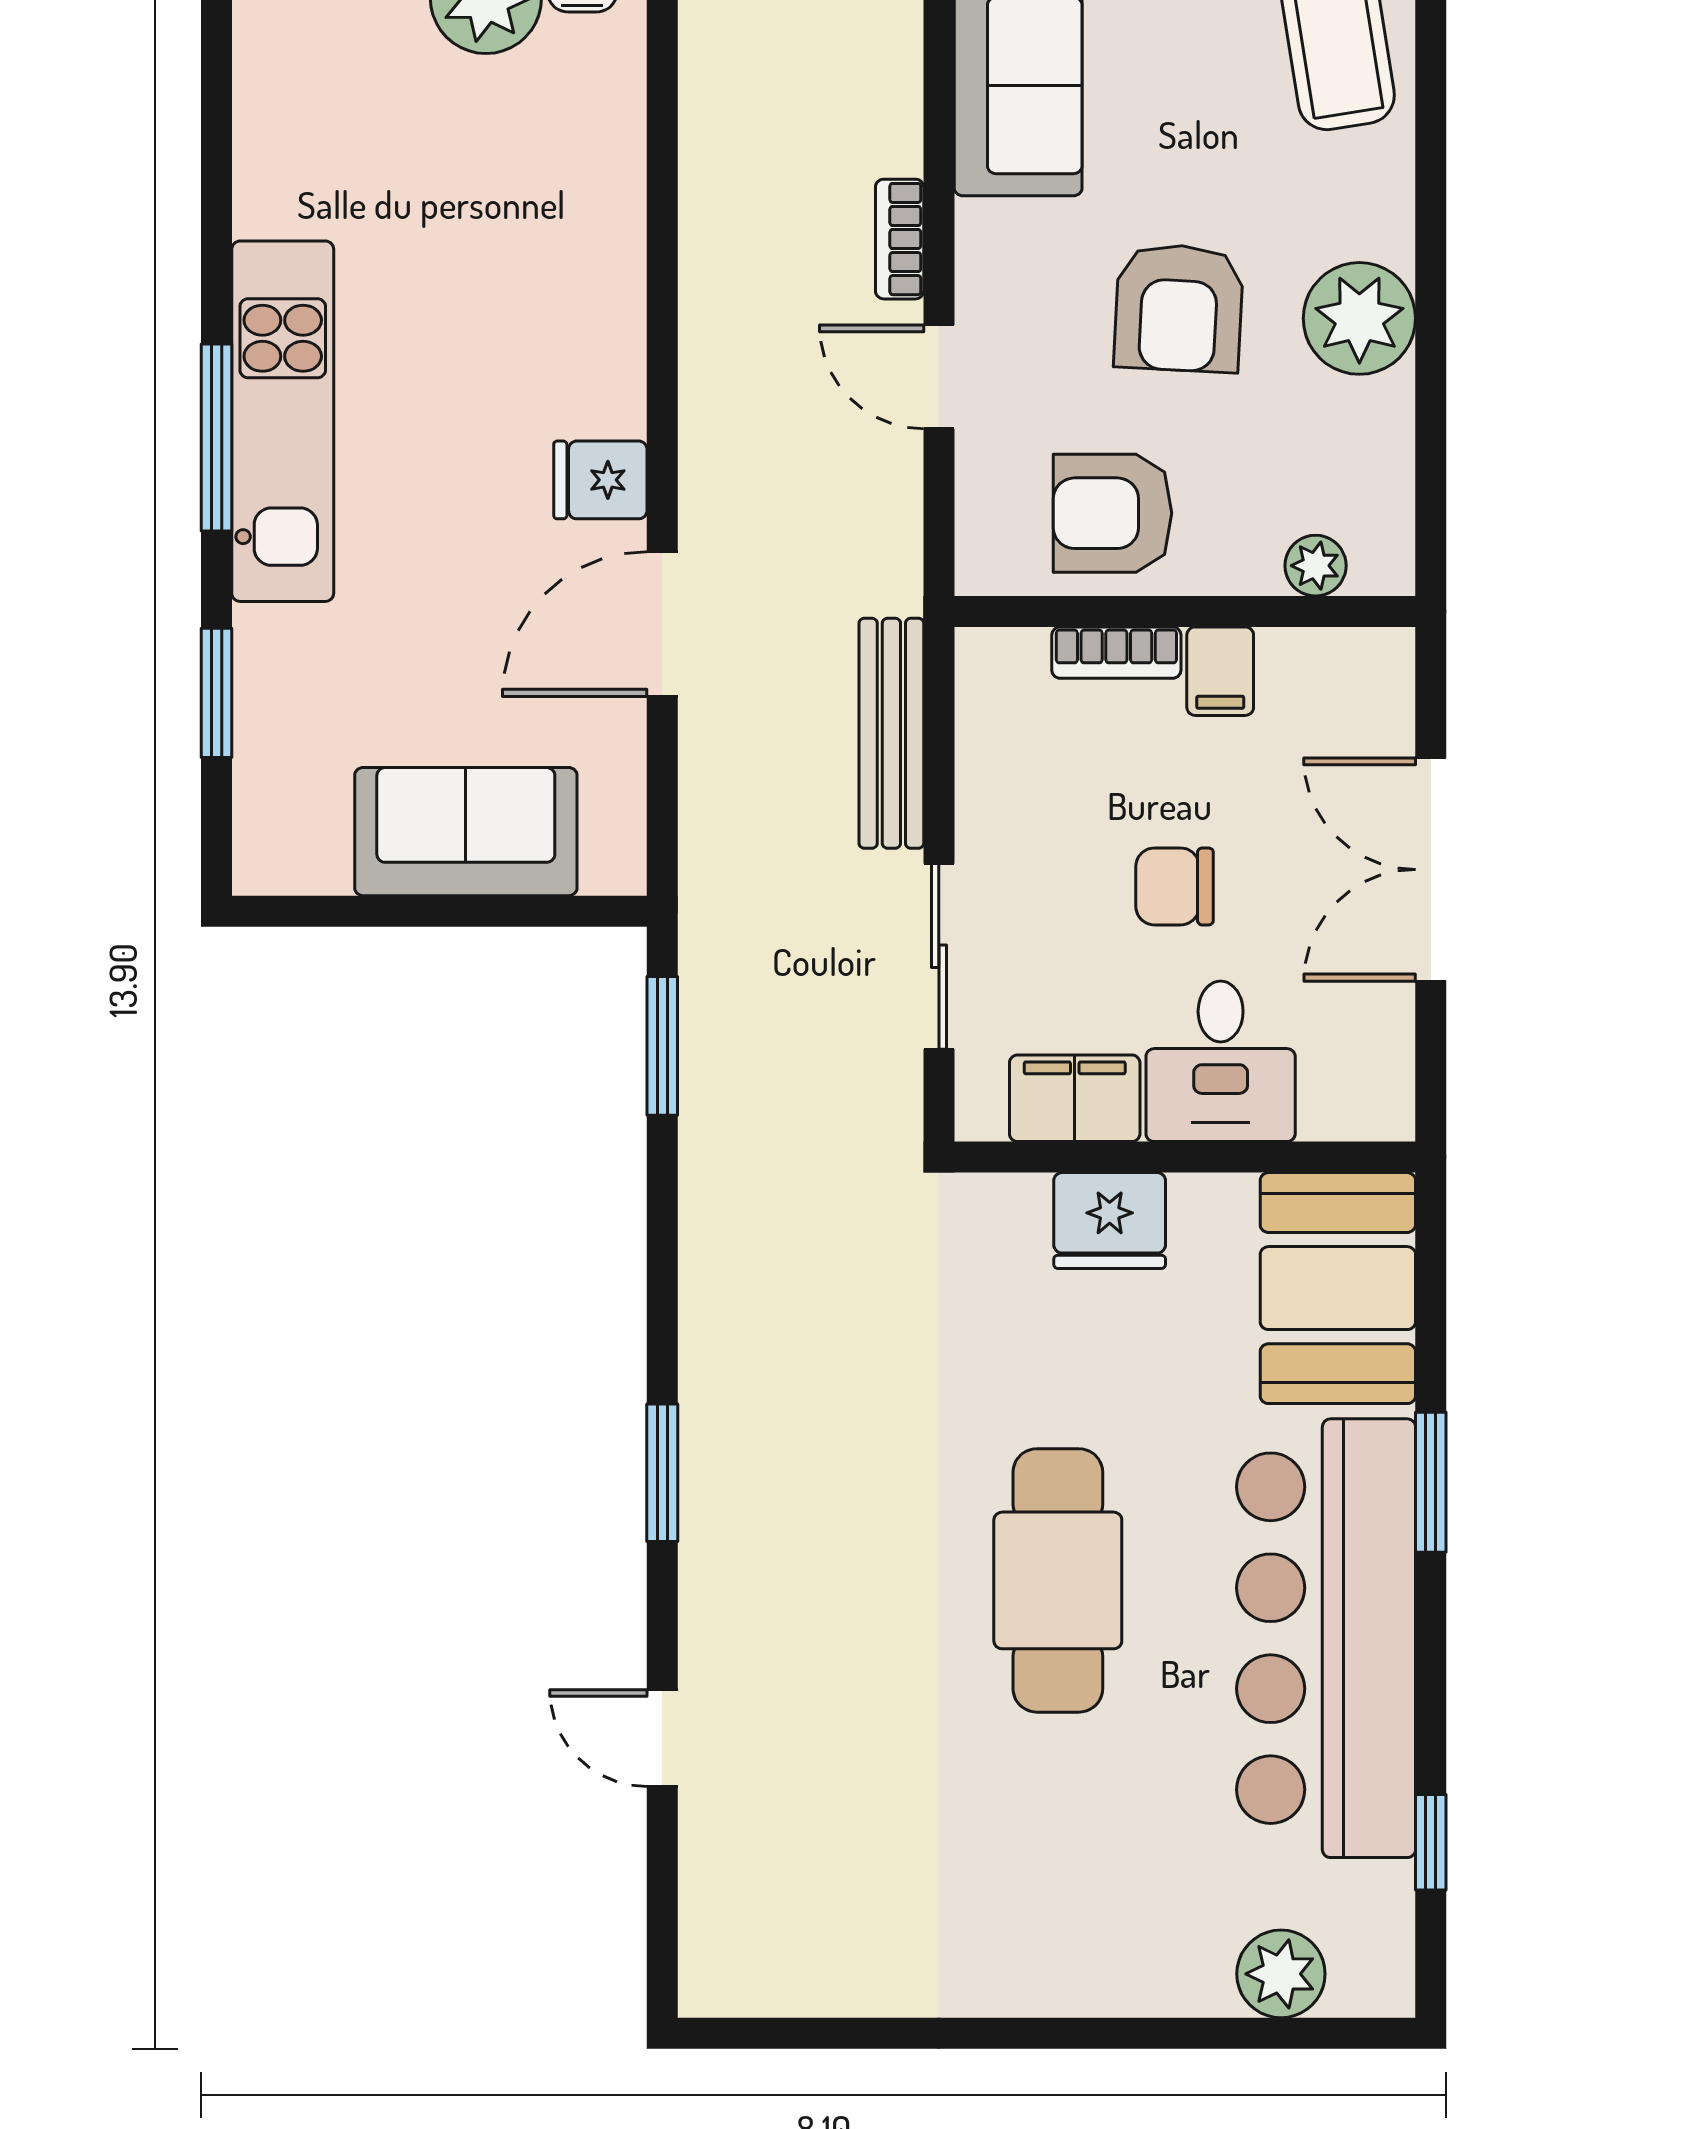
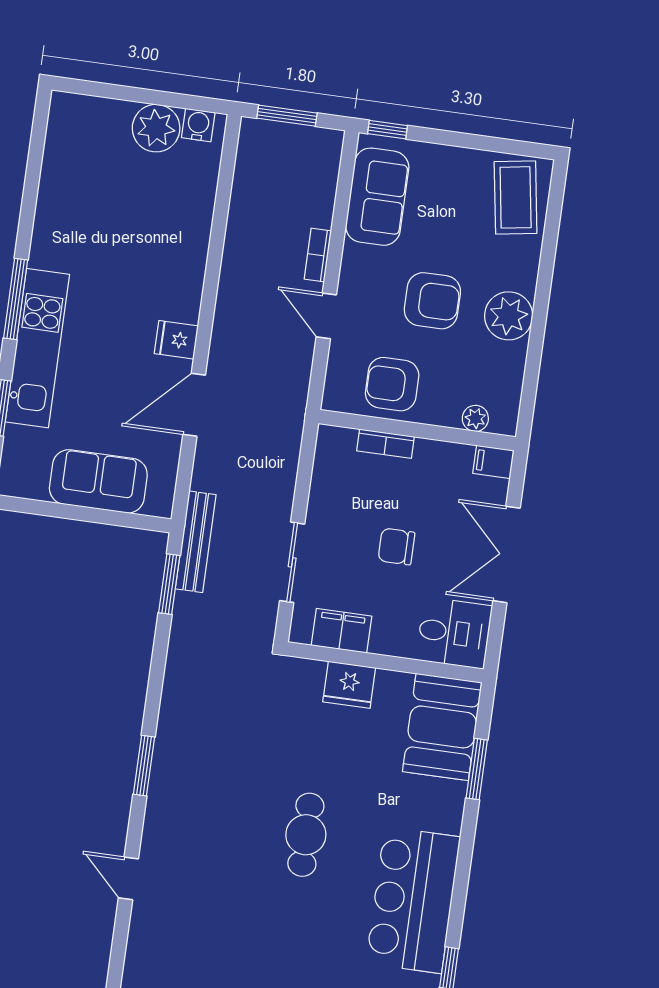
armchair: (1179, 308) -> (432, 301), turned -93
kitchen unit: (283, 421) -> (37, 348), moved
filing cabinet: (1220, 671) -> (493, 462), moved, turned 90
bench: (891, 733) -> (196, 542), moved
desk: (1221, 1061) -> (454, 633), moved, turned -90
window: (1431, 1482) -> (477, 769), moved
cafe table: (1058, 1580) -> (306, 835), width x0.73, depth x0.74
bar counter: (1326, 1638) -> (413, 900), width x0.73

